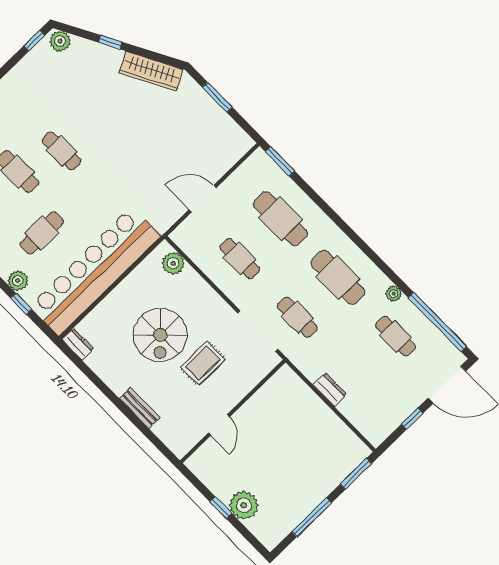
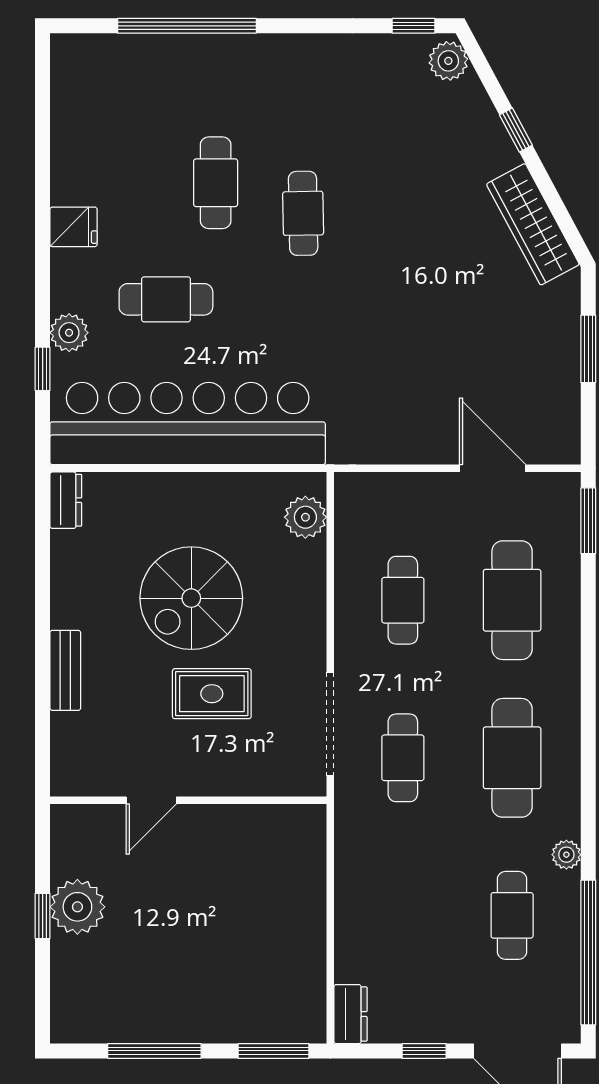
door: (203, 199) -> (493, 468), moved
dresser: (330, 389) -> (351, 1014), moved
plant: (244, 505) -> (77, 907), moved

